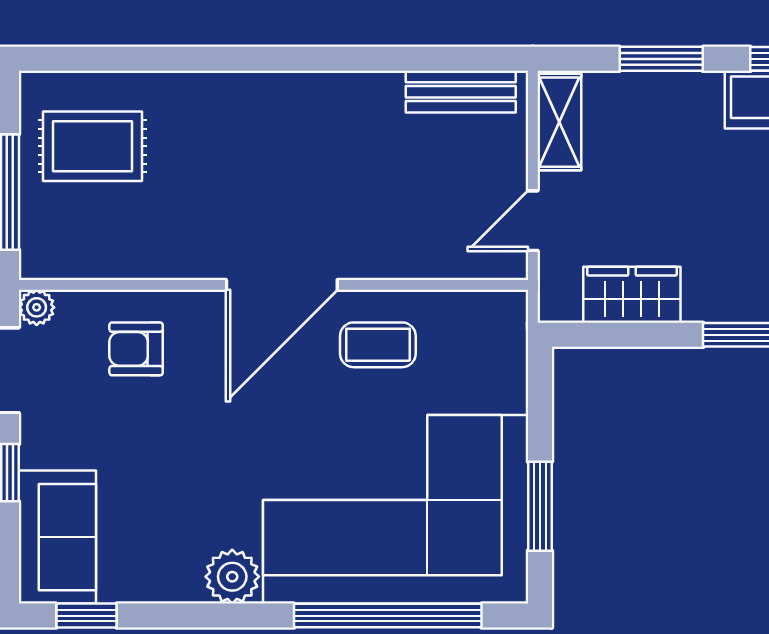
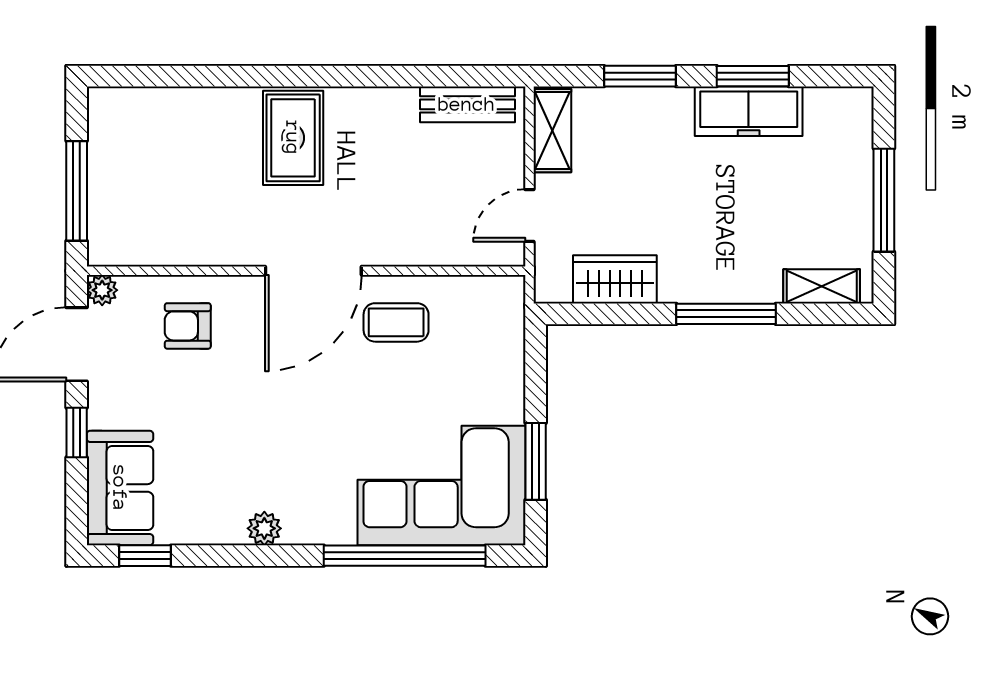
rug: (92, 146) -> (293, 138), moved, turned 90
corner sofa: (396, 509) -> (442, 486), width x0.73, depth x0.74
plant: (232, 577) -> (264, 528), width x0.73, depth x0.73

